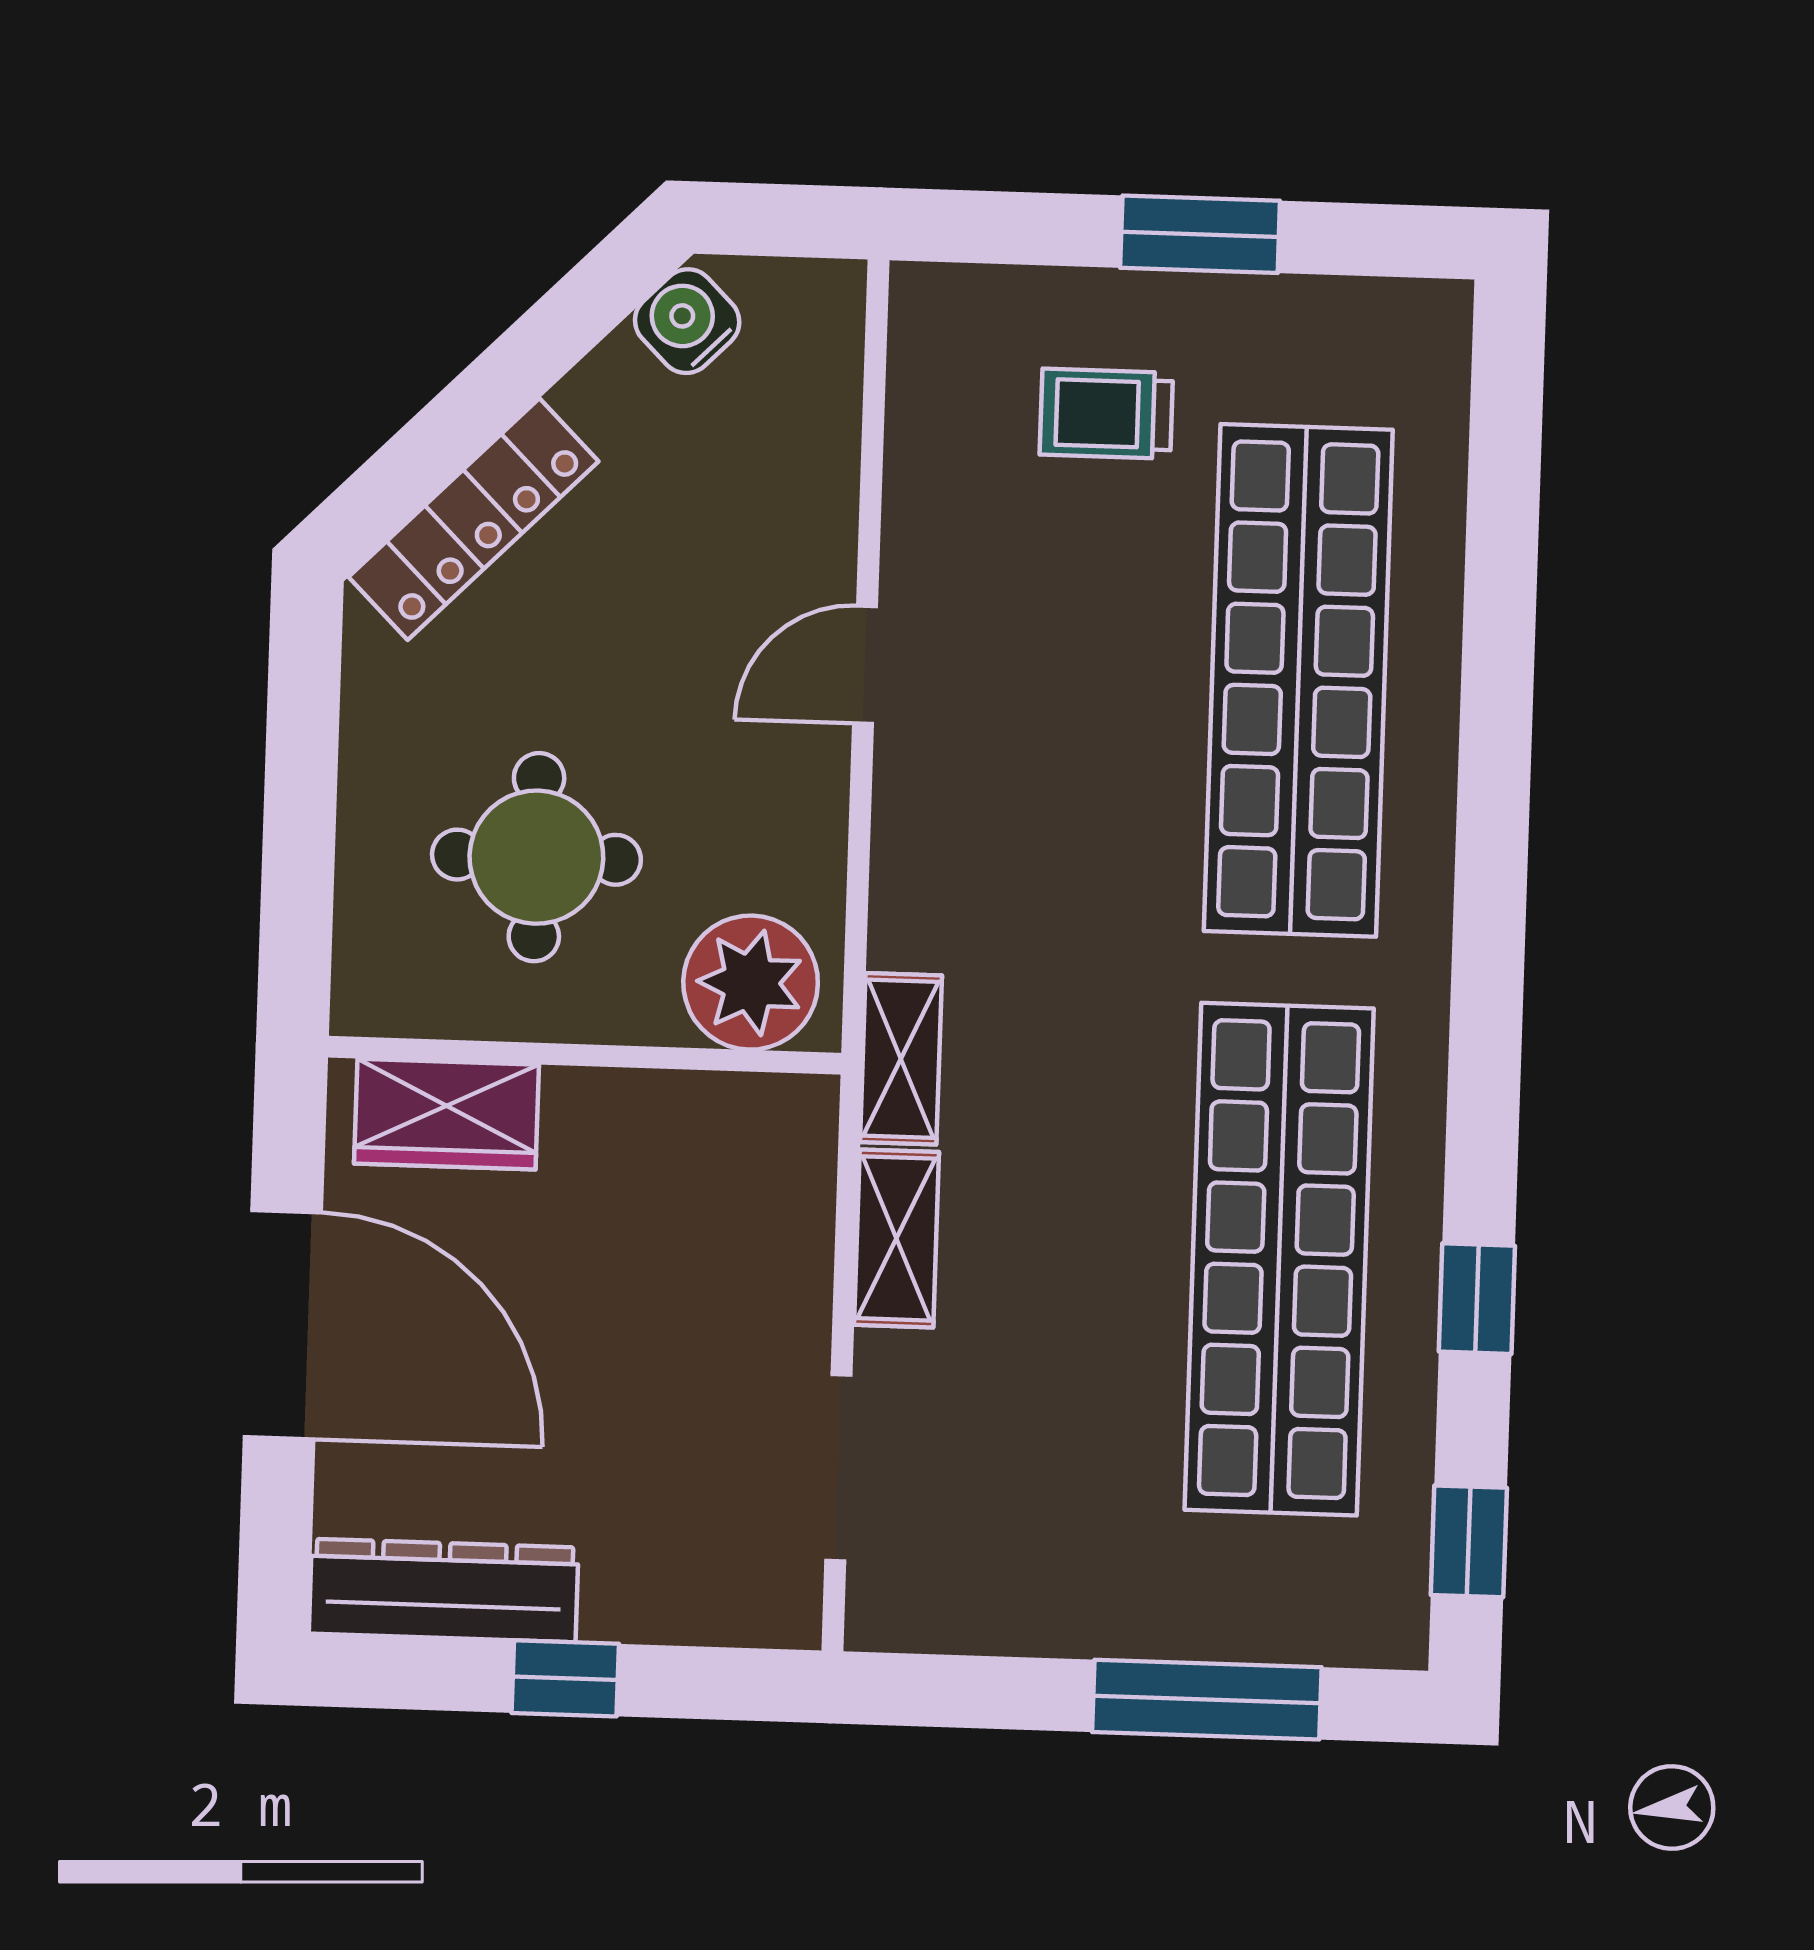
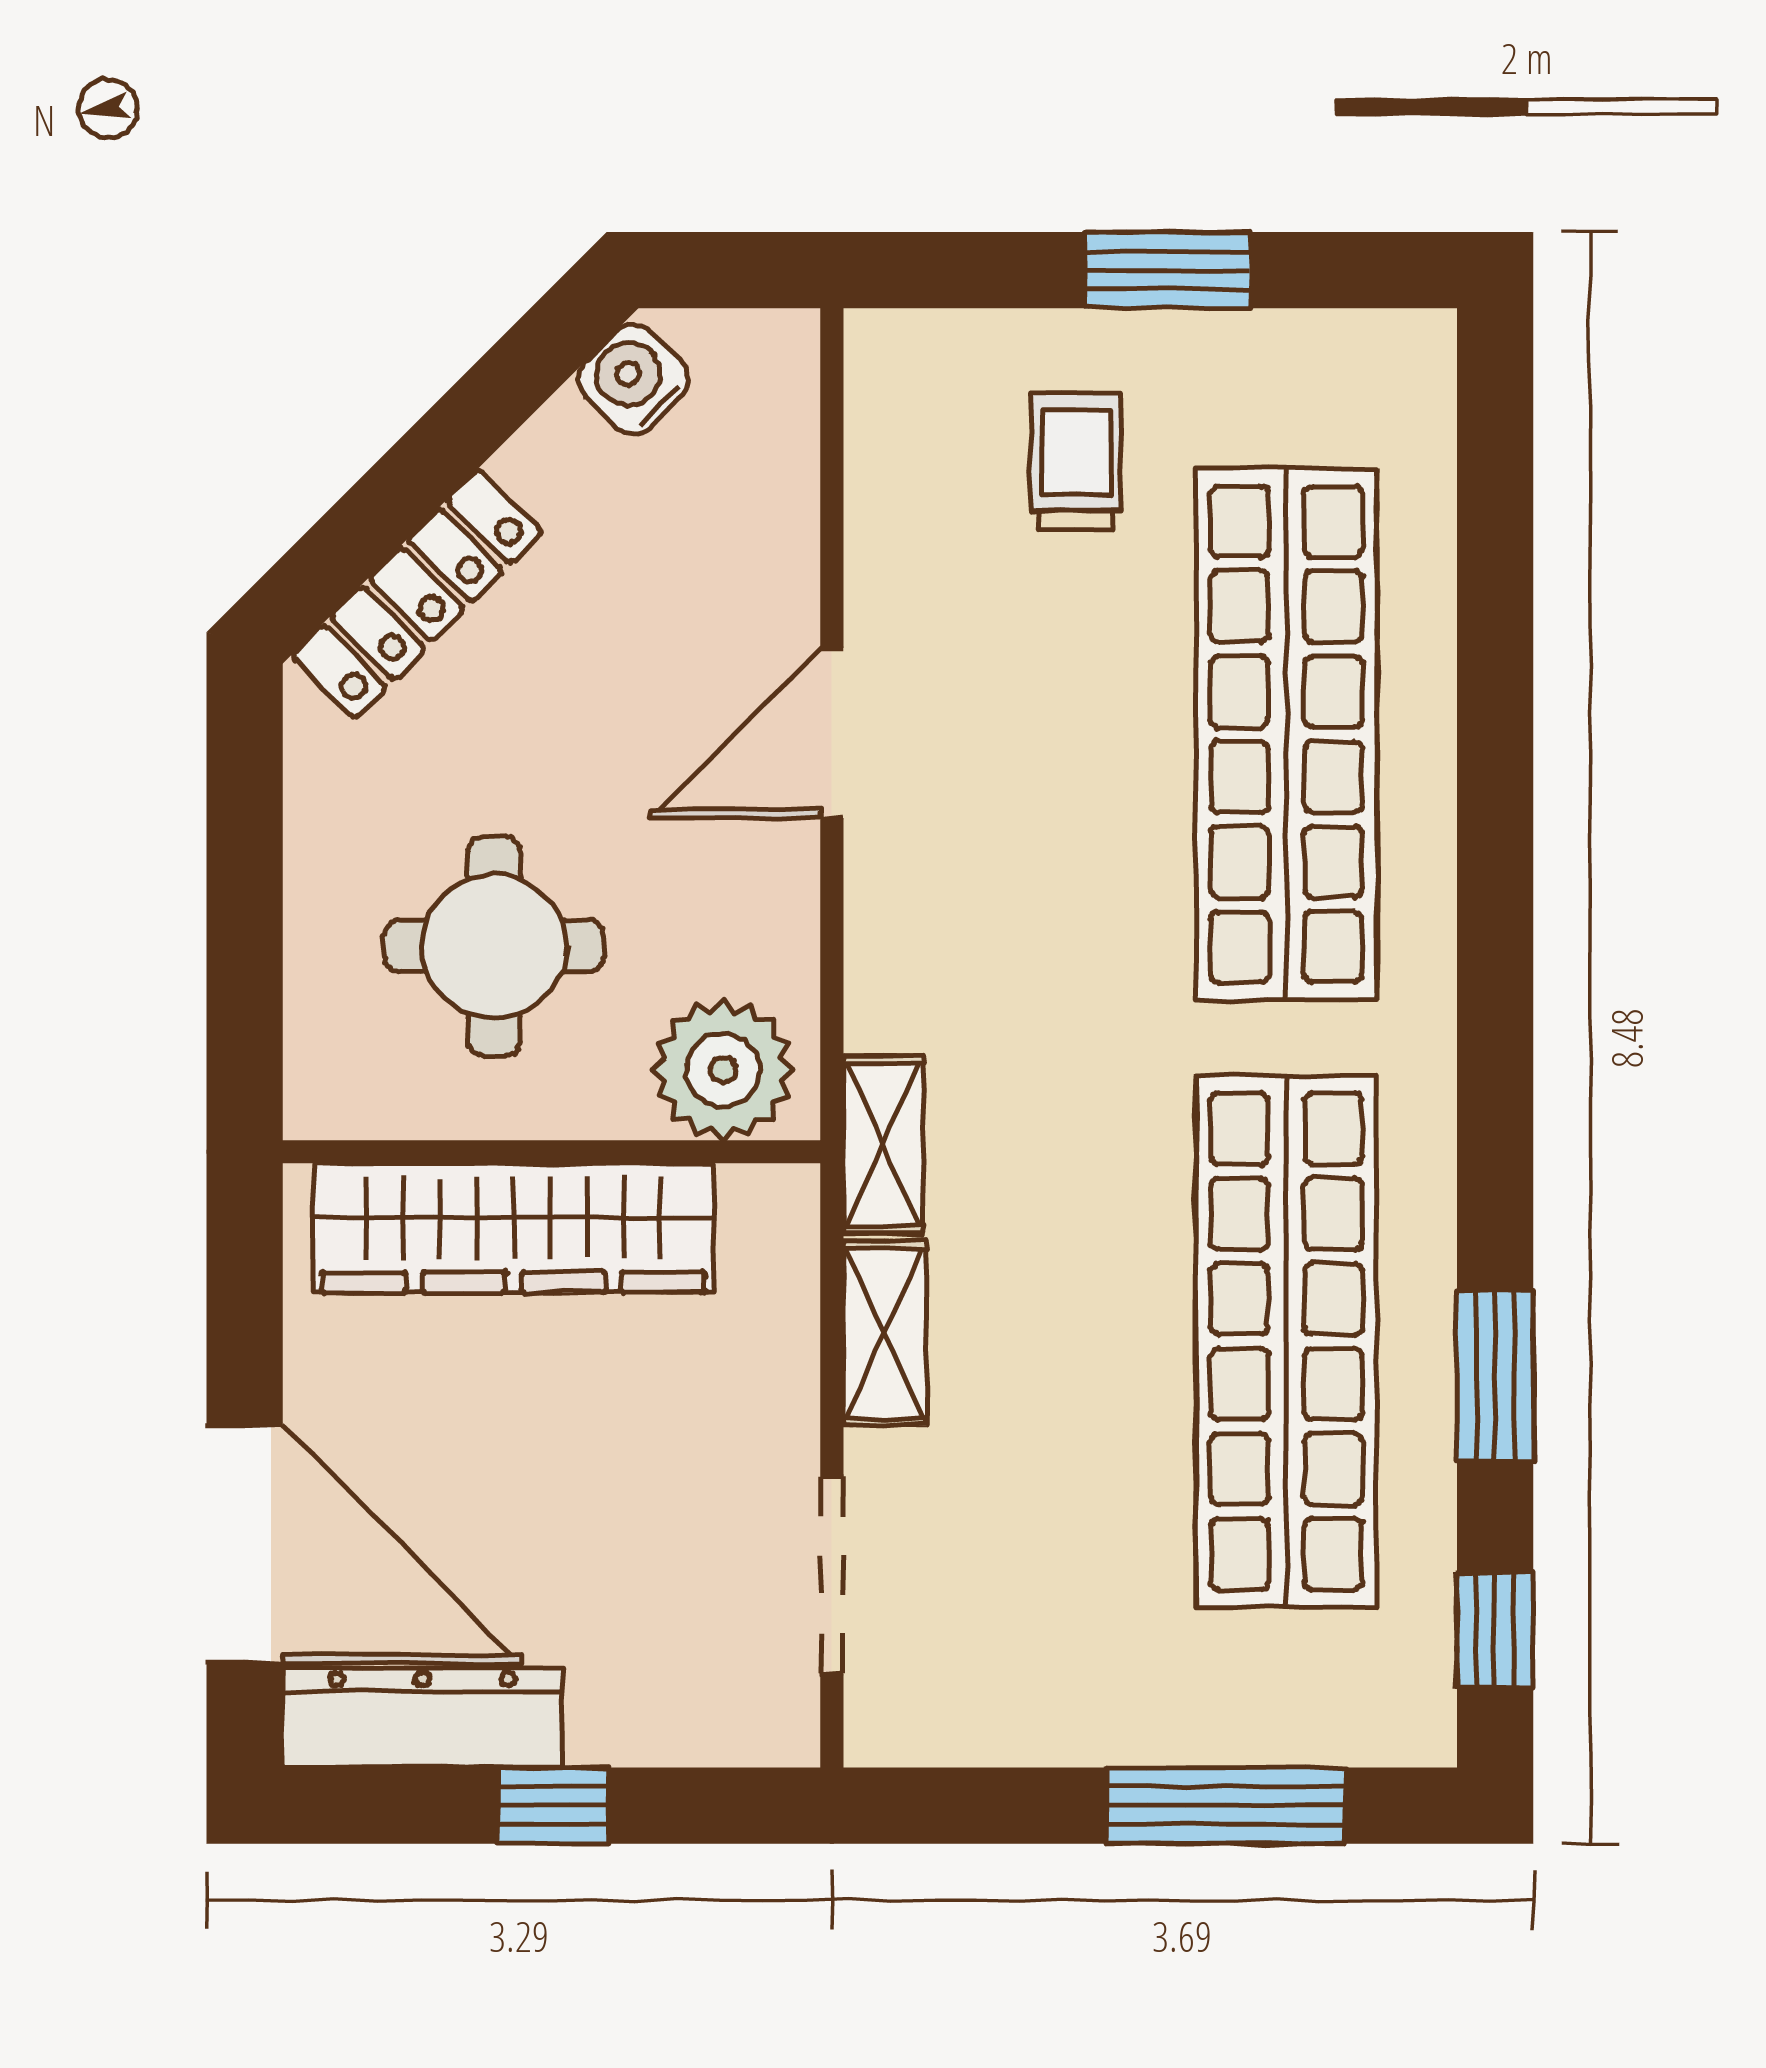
trolley: (1106, 414) -> (1076, 461), turned 90
door: (865, 665) -> (832, 733), width x1.38
wardrobe: (446, 1114) -> (513, 1228), width x2.10, depth x1.17
window: (1477, 1299) -> (1495, 1376), width x1.50
door: (283, 1325) -> (245, 1544), moved

